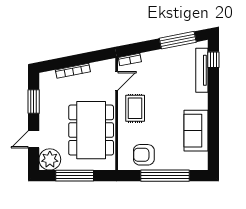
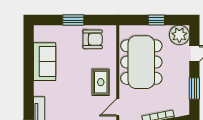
window: (75, 176) -> (156, 20), width x0.46
window: (165, 176) -> (73, 20), width x0.47

